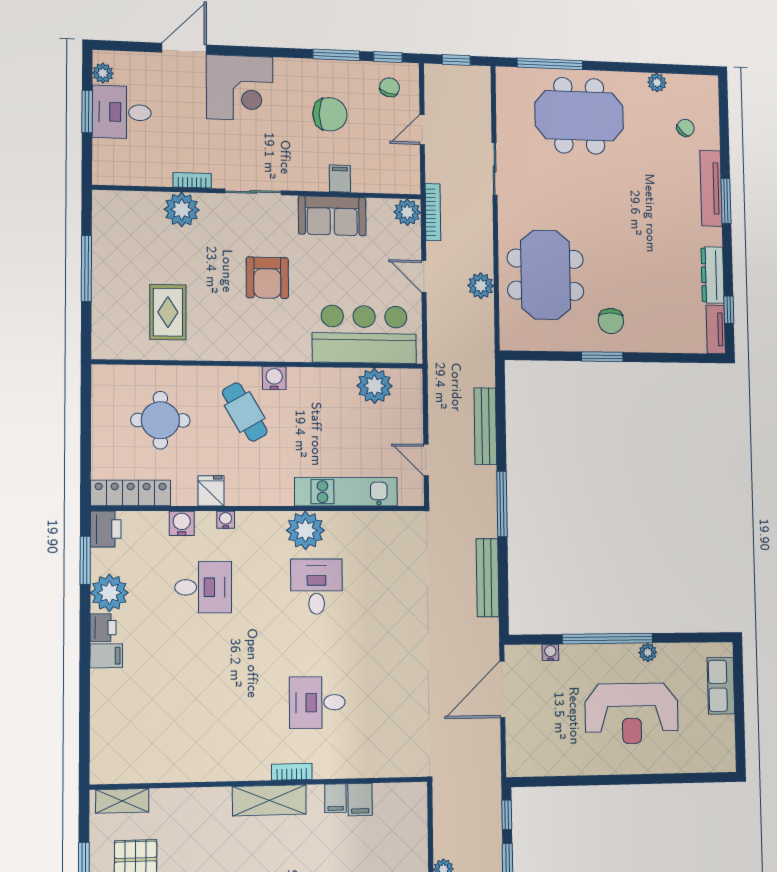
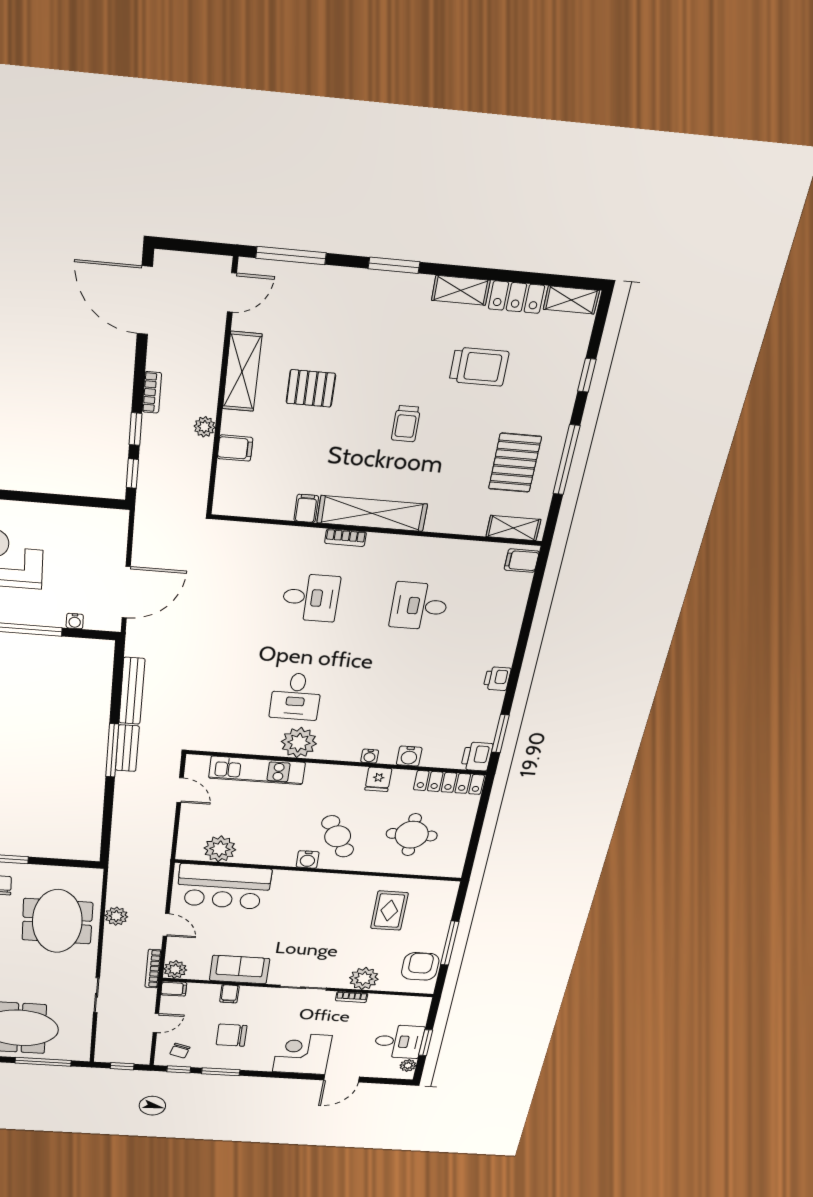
filing cabinet: (406, 183) -> (174, 989), added
armchair: (267, 278) -> (420, 966), moved
bench: (485, 426) -> (127, 748), moved, width x0.73
desk: (203, 587) -> (419, 606), moved
plant: (109, 593) -> (485, 706), removed
filing cabinet: (106, 656) -> (522, 561), moved
shelving: (269, 800) -> (372, 513), width x1.47
filing cabinet: (360, 800) -> (235, 448), moved, turned 90

